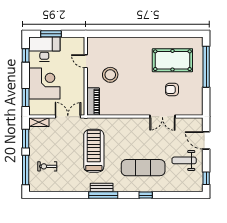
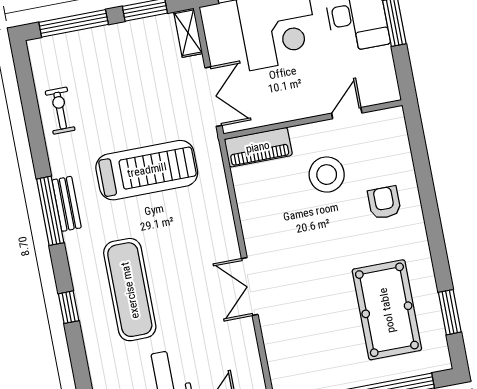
window: (179, 34) -> (450, 312), added
armchair: (172, 90) -> (384, 203), moved
double door: (162, 117) -> (250, 287), moved
exercise bike: (47, 166) -> (60, 111), moved

